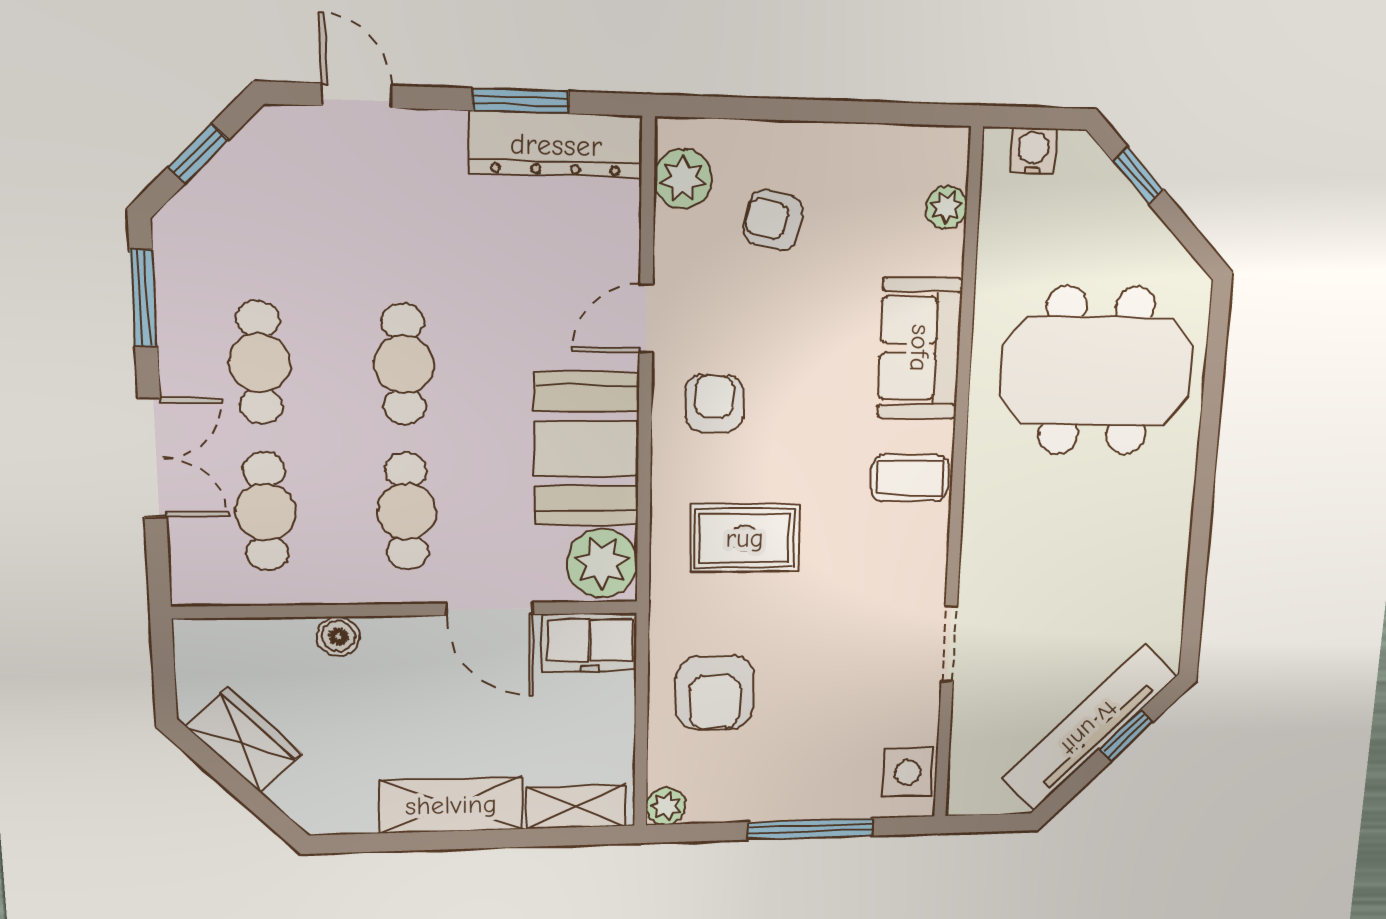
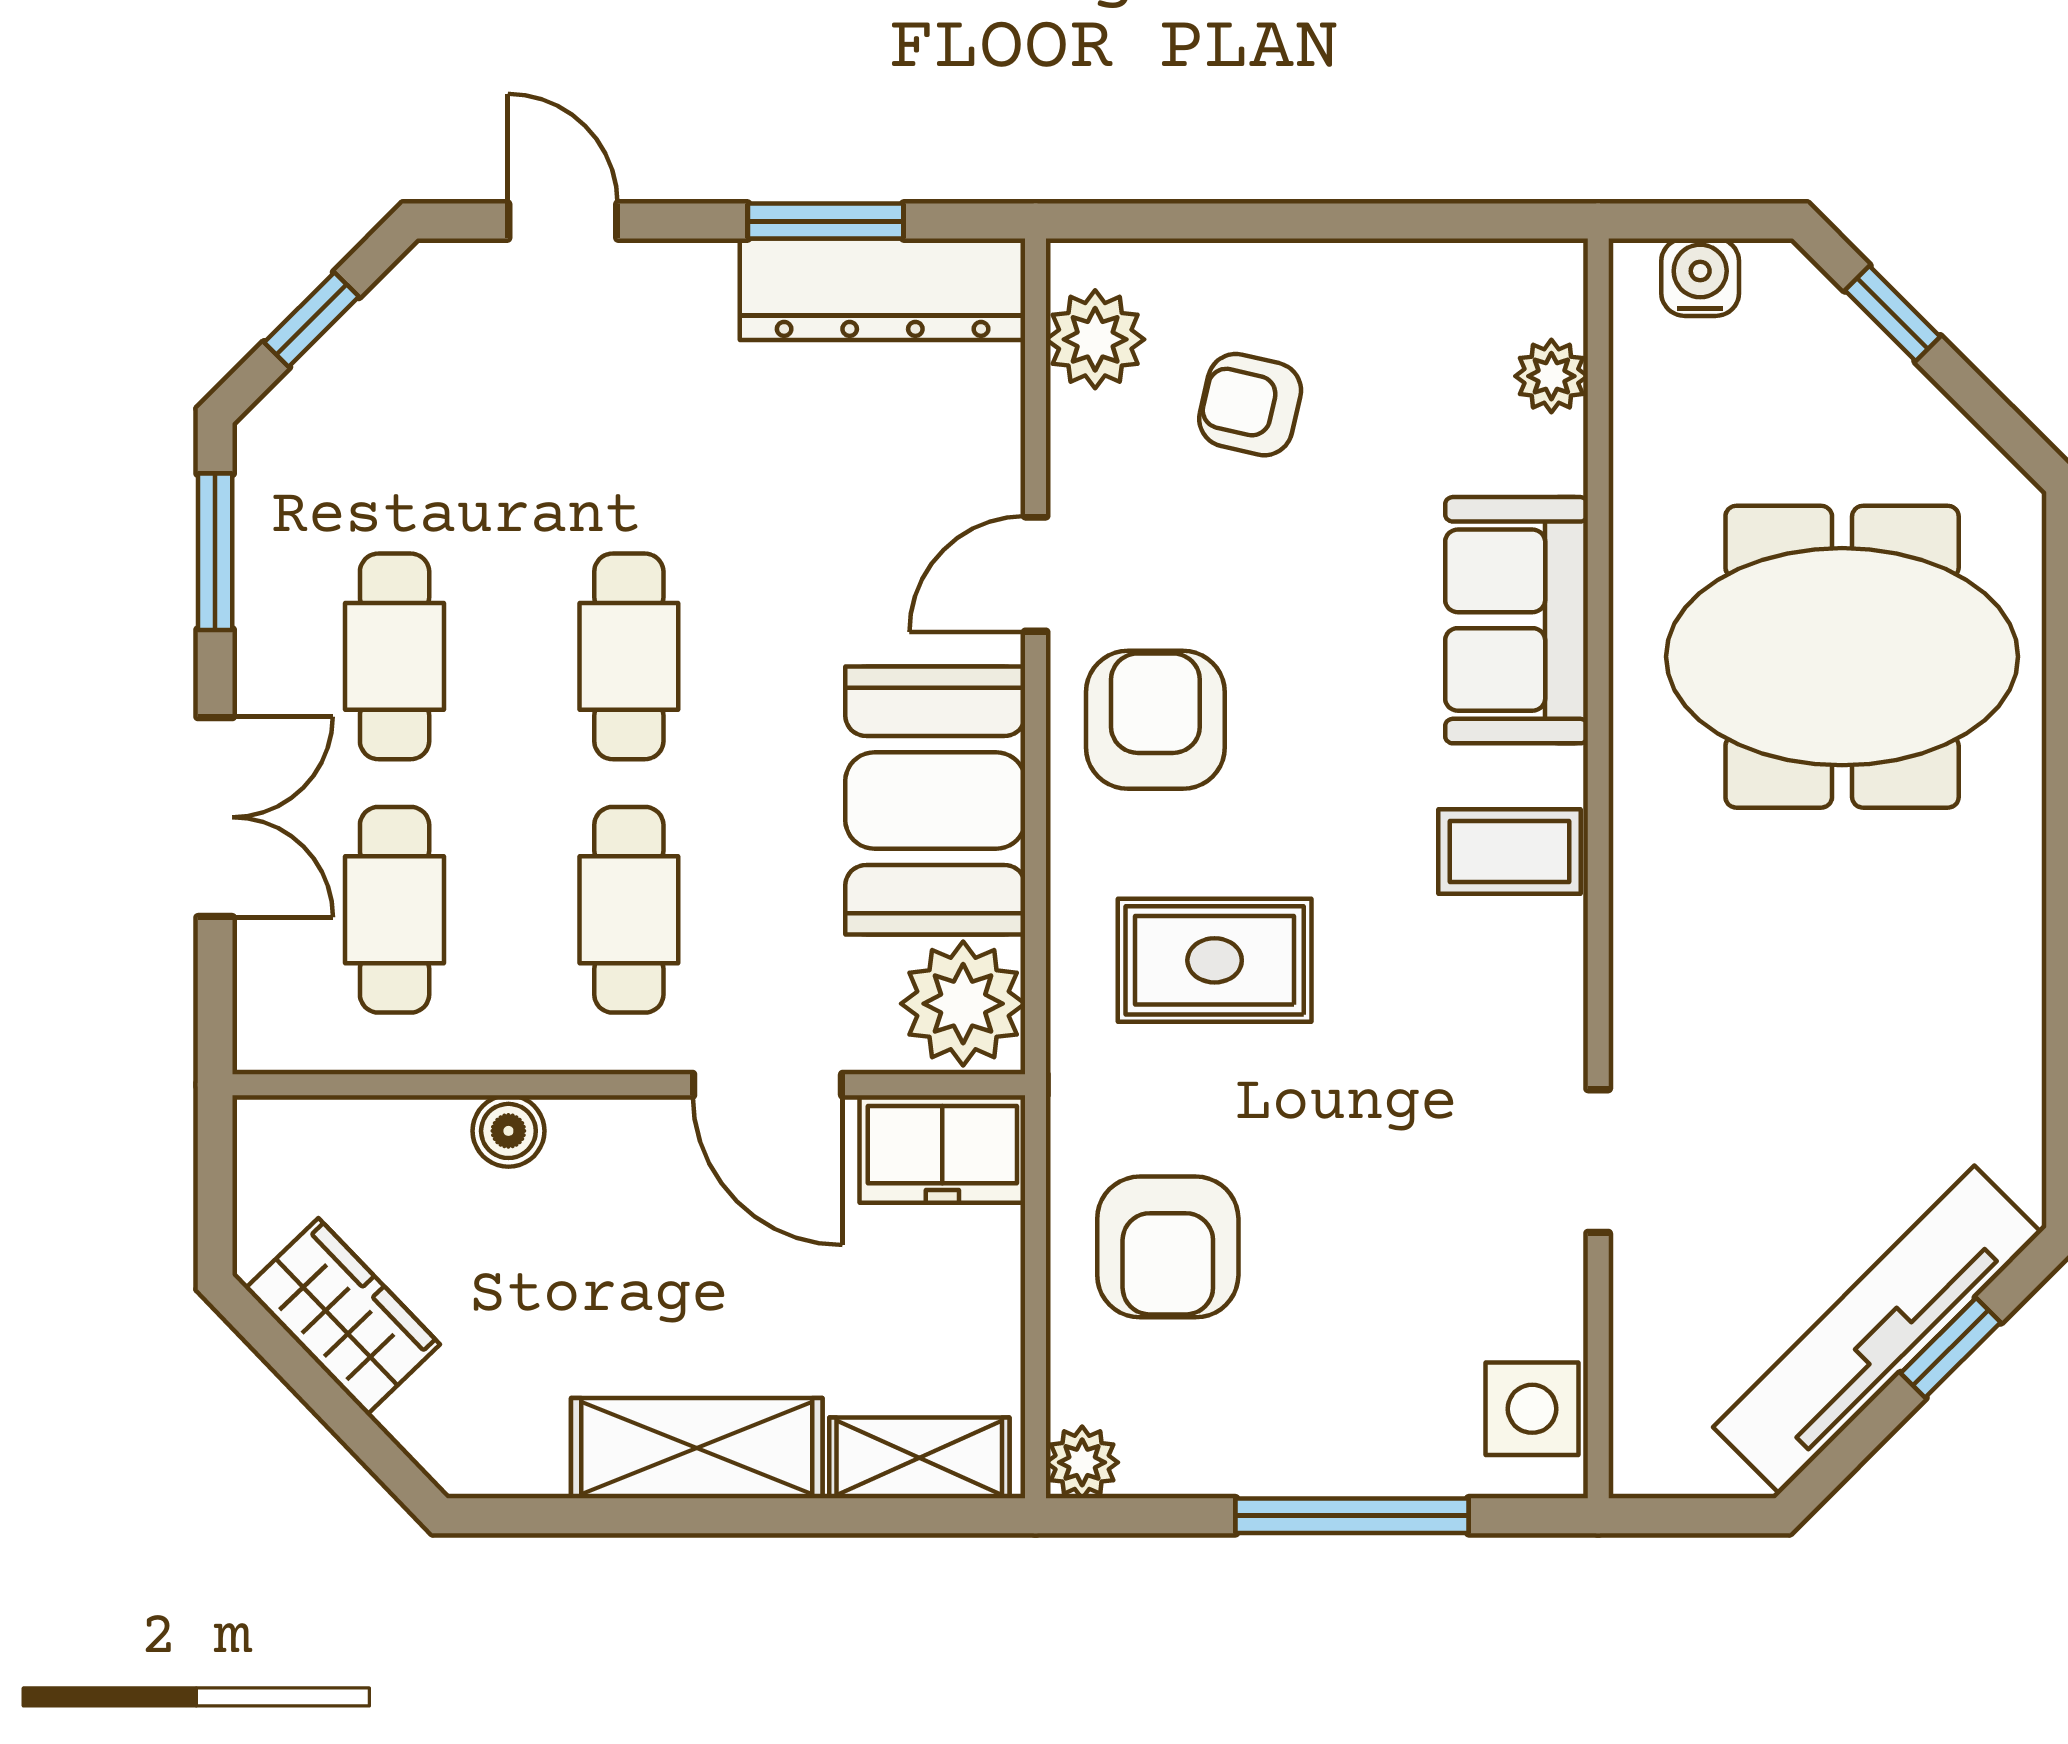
armchair: (714, 403) -> (1155, 720), width x1.38, depth x1.38

